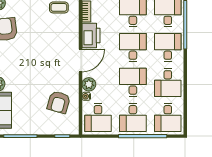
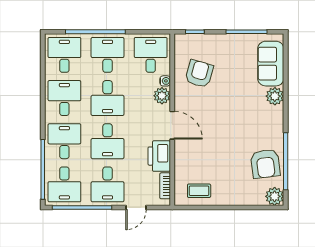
desk: (168, 48) -> (64, 141), turned 180
door: (81, 60) -> (172, 125), swing flipped

